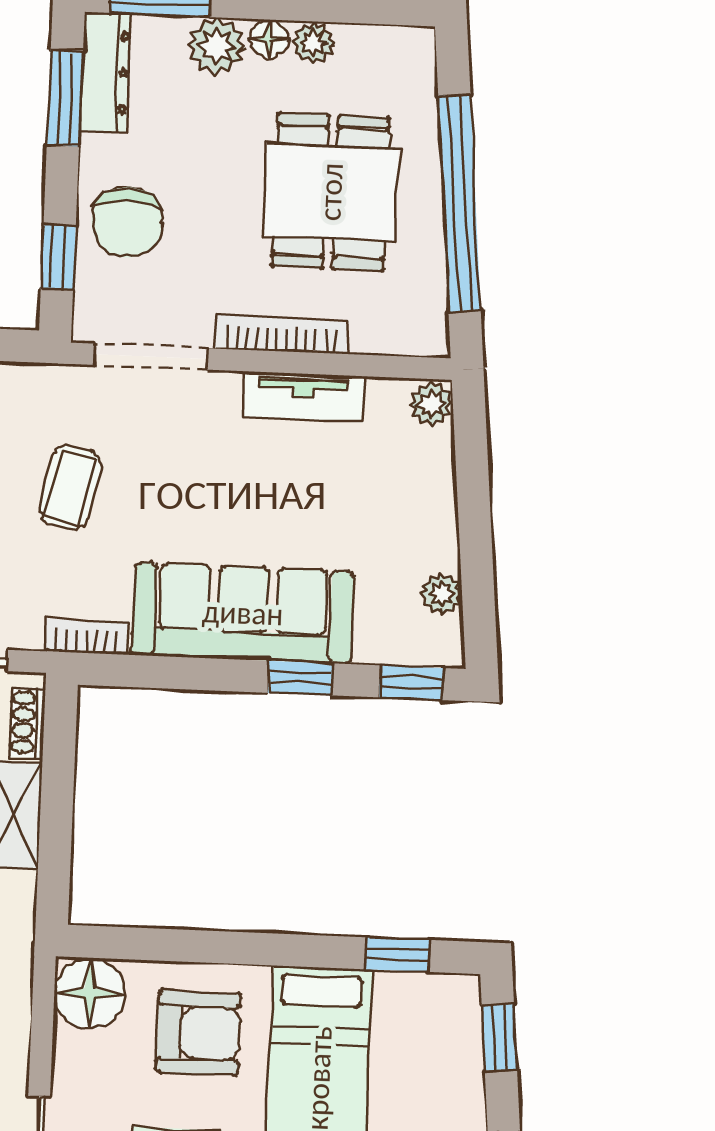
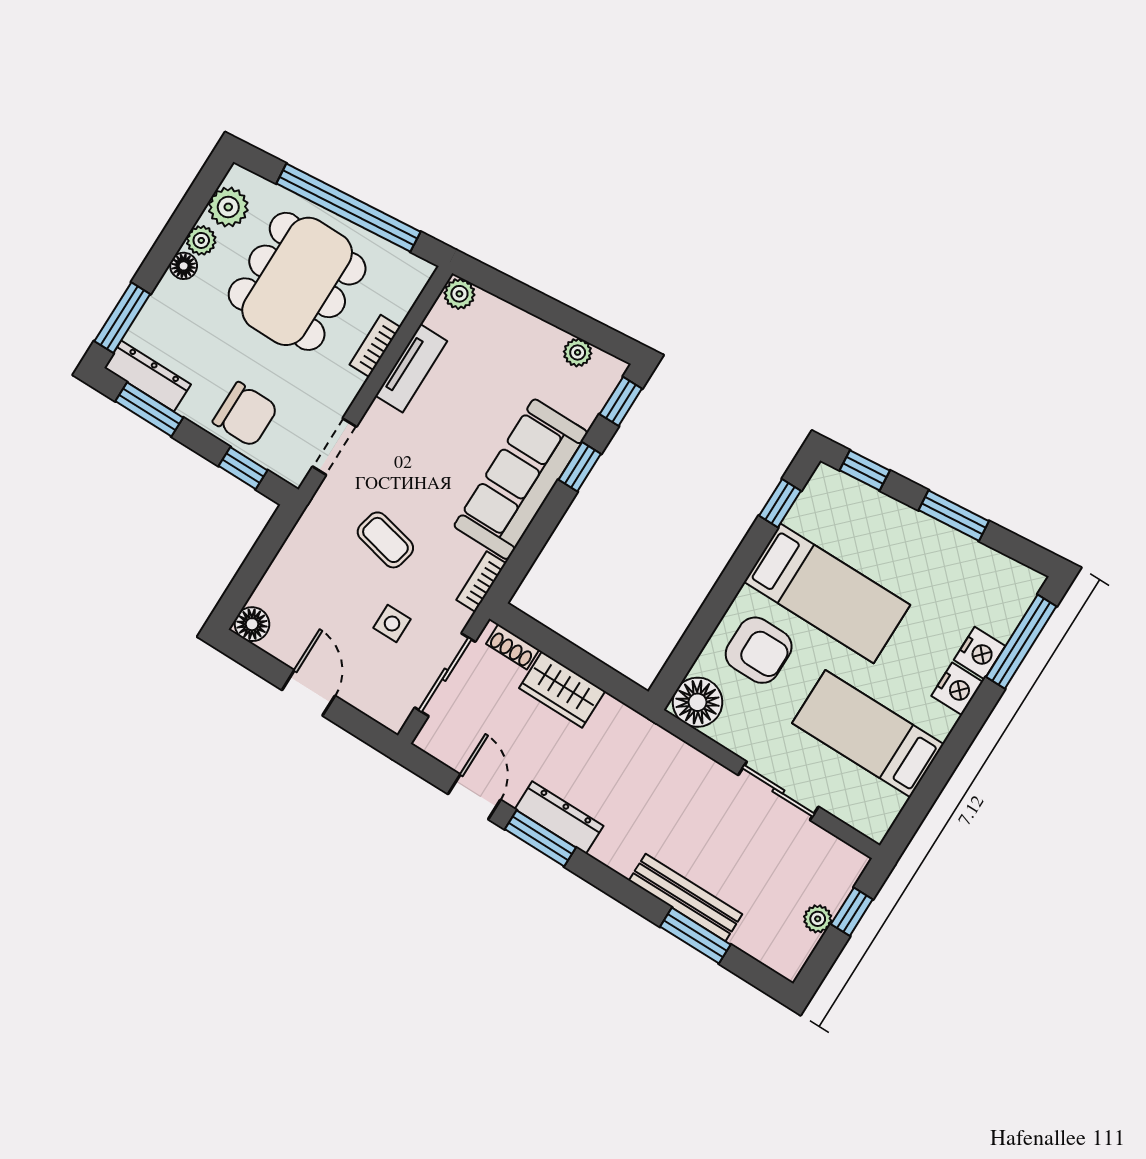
plant: (217, 46) -> (228, 207), moved
dining table: (331, 192) -> (297, 281), width x1.38
bookcase: (282, 334) -> (375, 346), width x0.64
doorway: (151, 357) -> (334, 447), width x0.73
armchair: (199, 1033) -> (759, 650), turned 90

